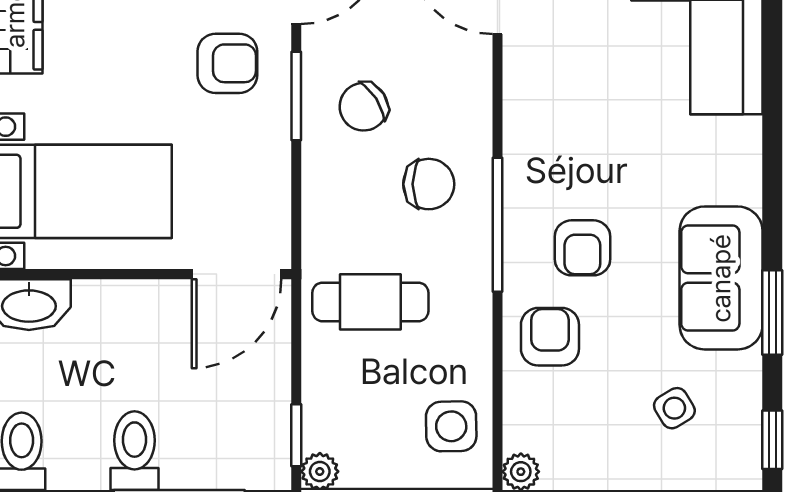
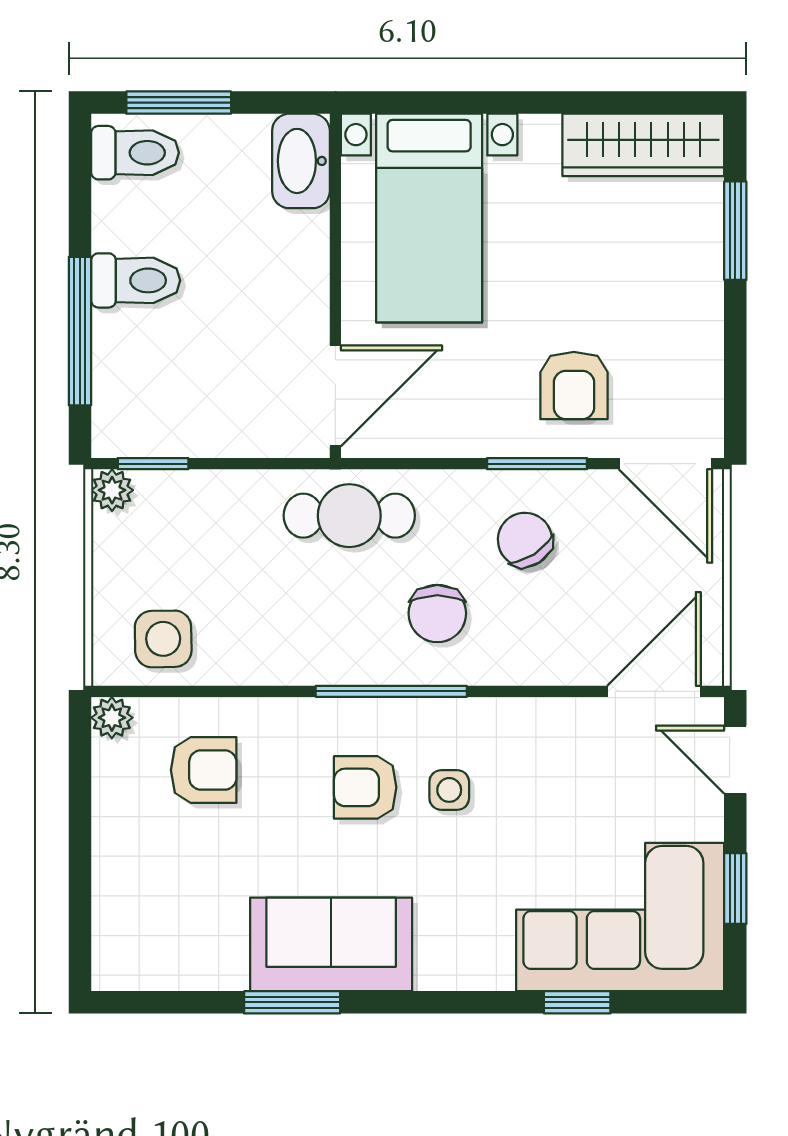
door: (237, 274) -> (335, 396), swing flipped
cafe table: (370, 302) -> (349, 516), moved, turned 90
armchair: (550, 337) -> (204, 770), moved
side table: (674, 408) -> (449, 790), moved, turned 32
window: (772, 440) -> (577, 1002), moved

